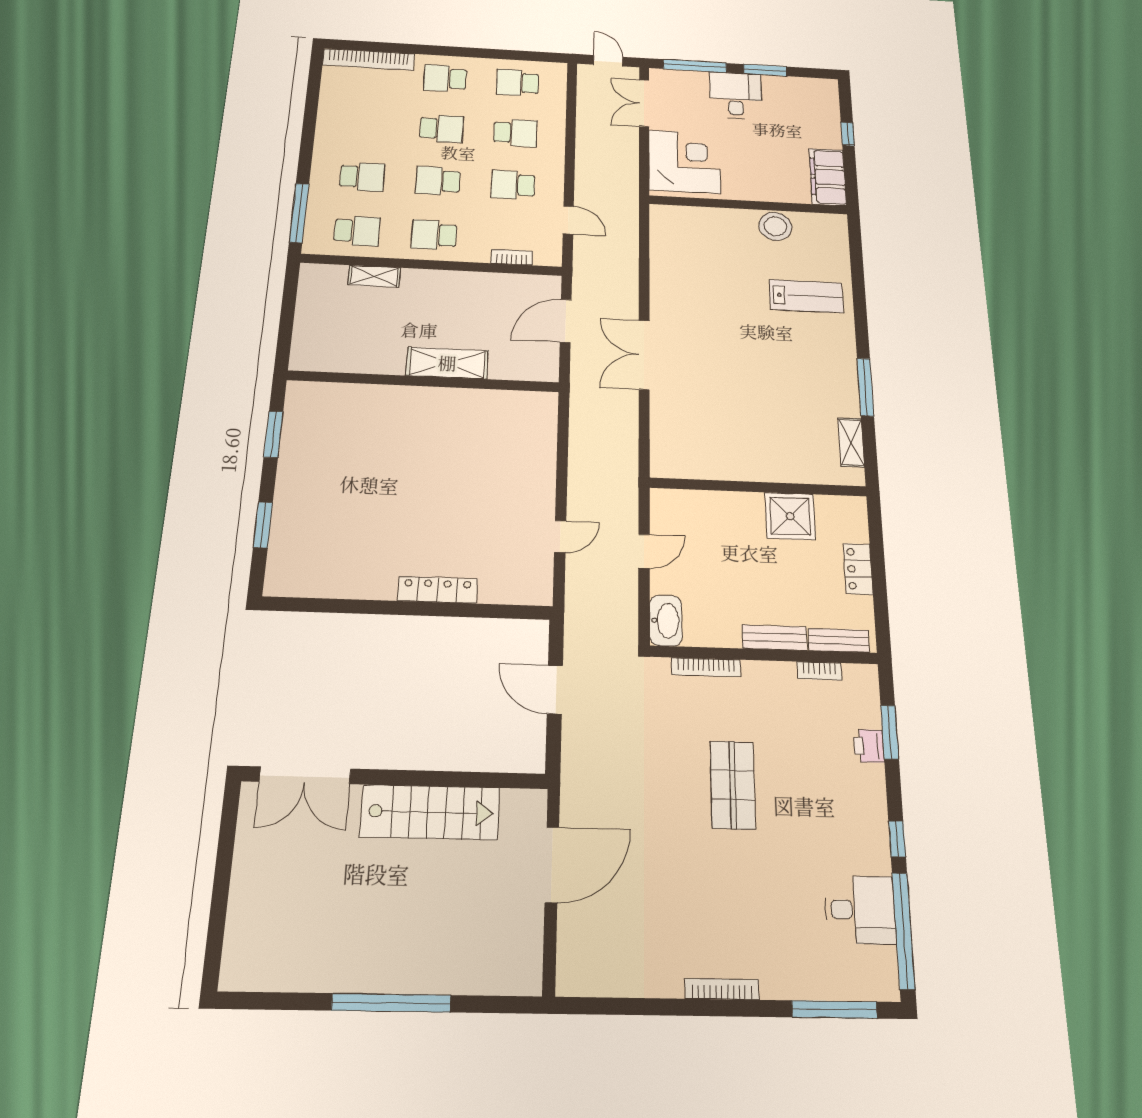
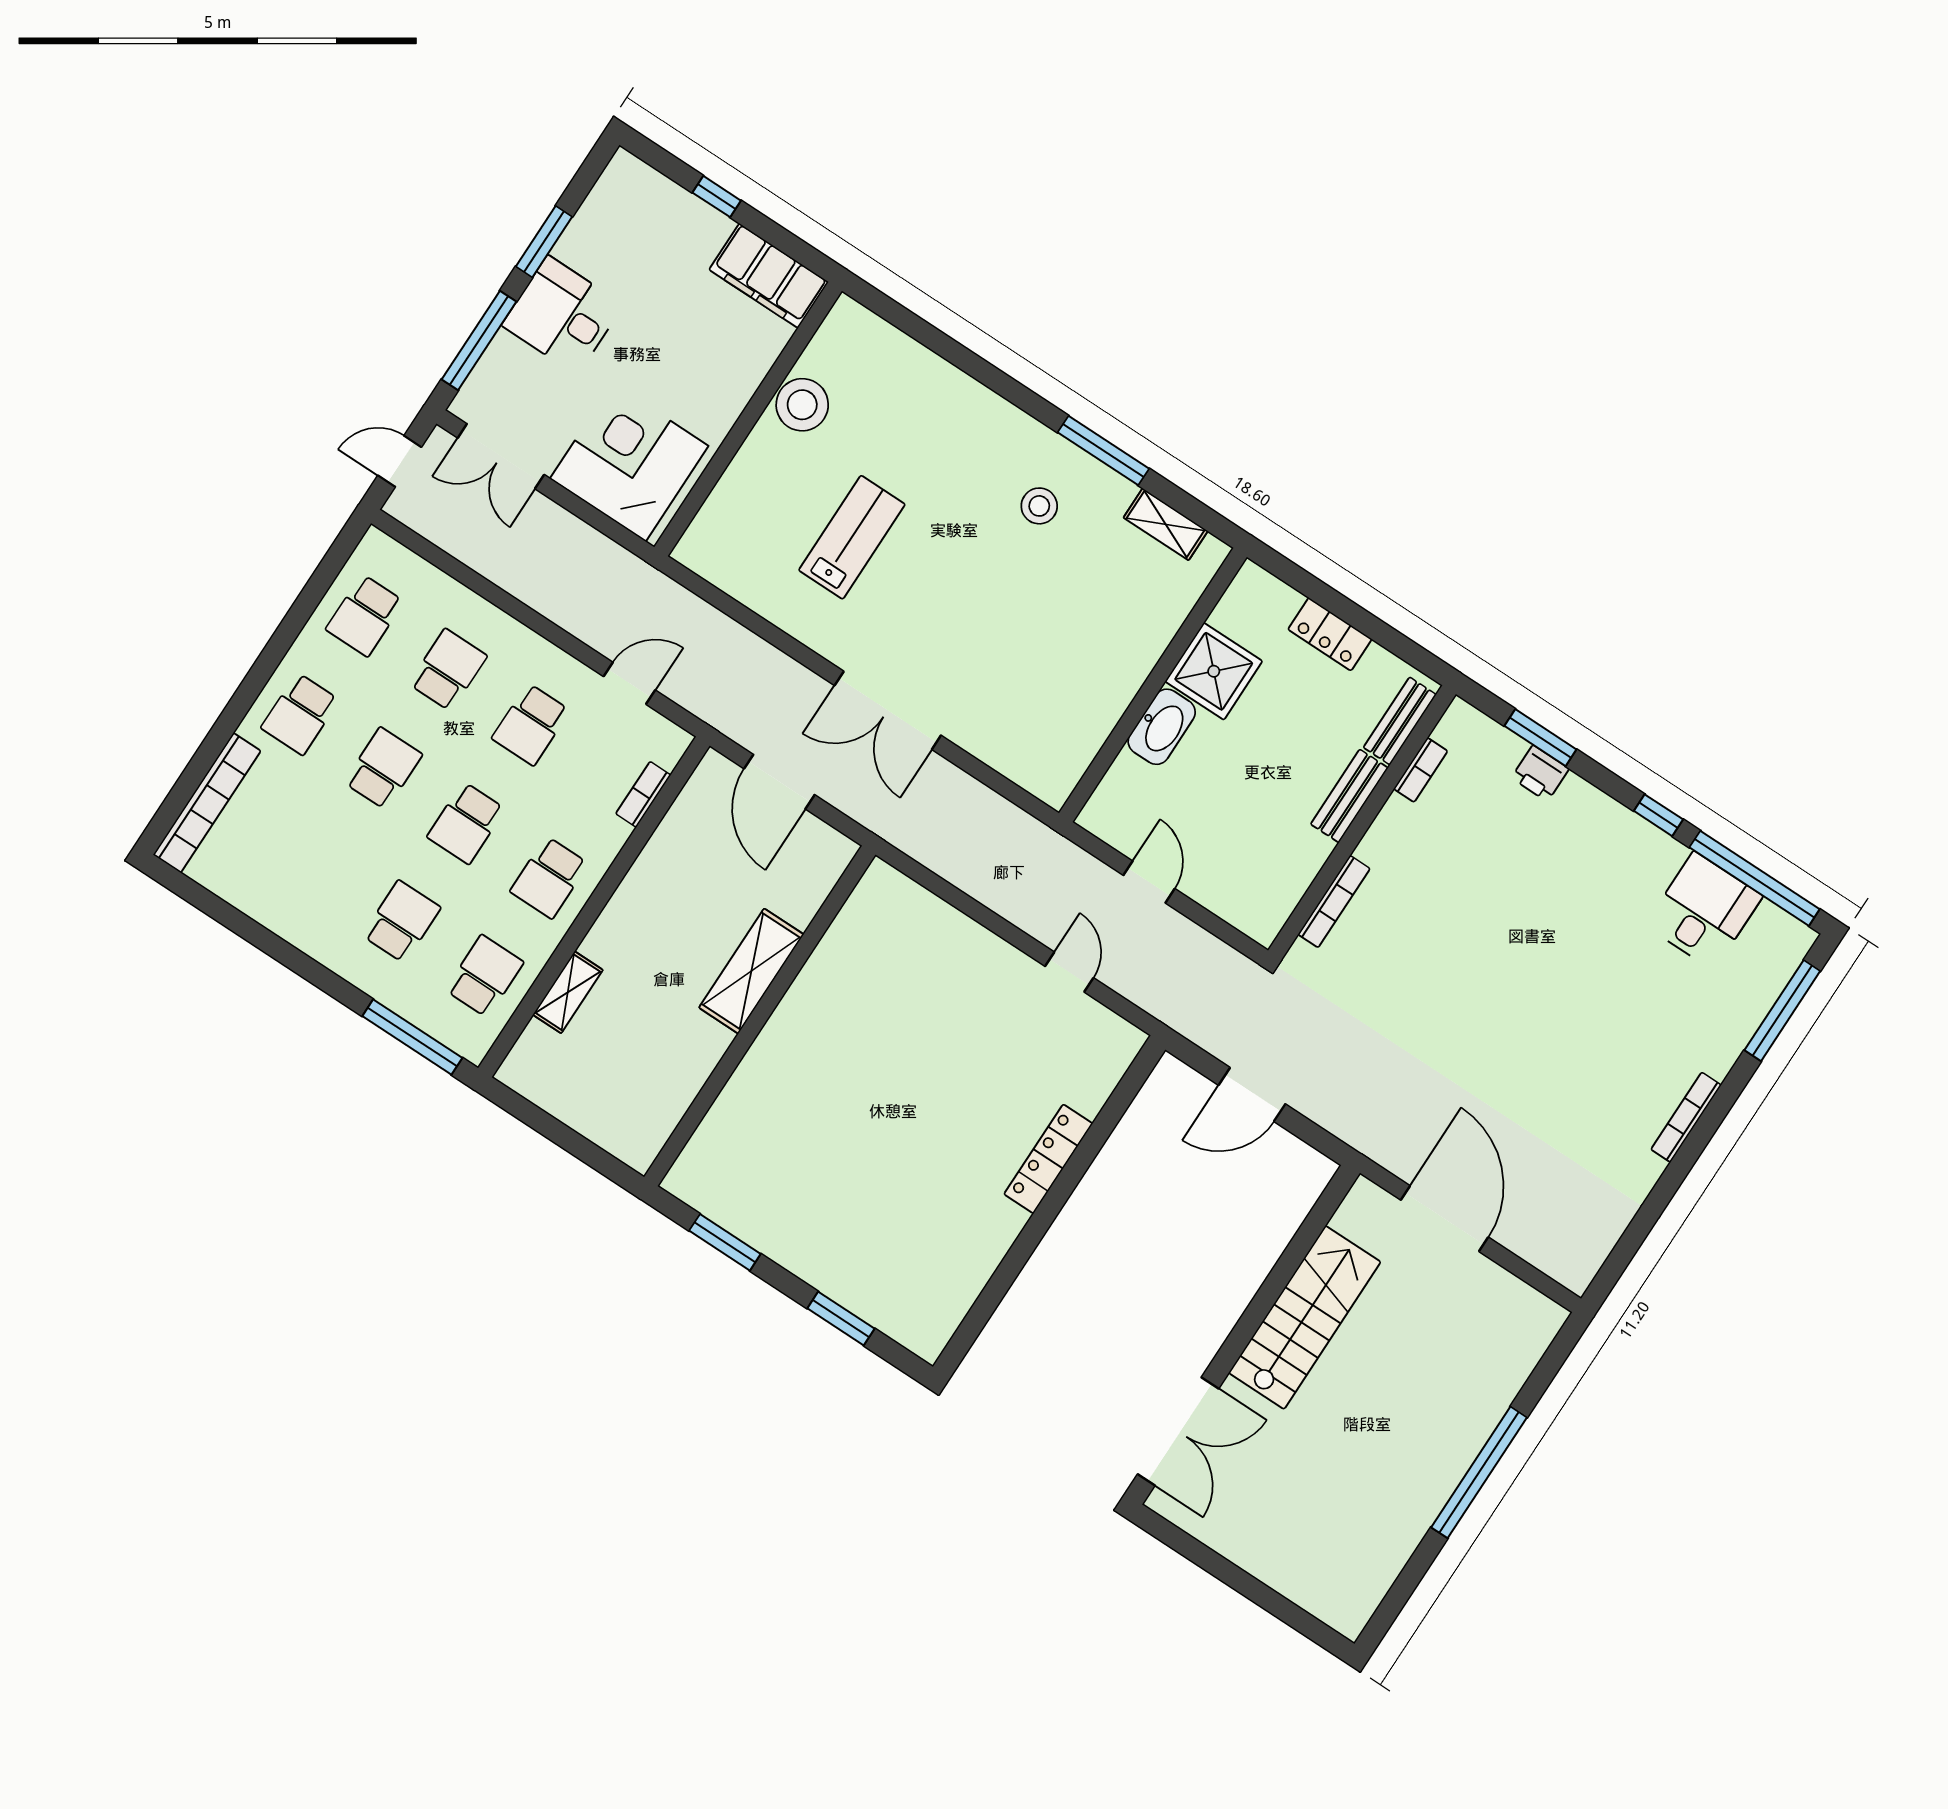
lab bench: (806, 296) -> (852, 537), moved
stool: (811, 371) -> (1039, 506), added
washbasin: (666, 621) -> (1162, 727), moved, turned 90
shop shelf: (733, 785) -> (1485, 961), removed

